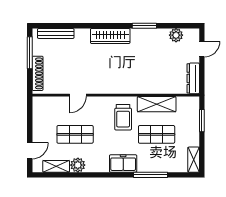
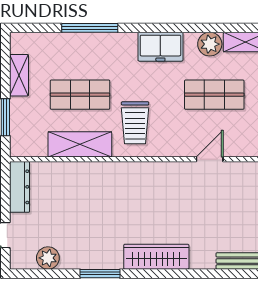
trolley: (123, 117) -> (135, 123), turned 180
shelving: (194, 160) -> (19, 75), moved
freezer: (123, 163) -> (160, 47), moved

